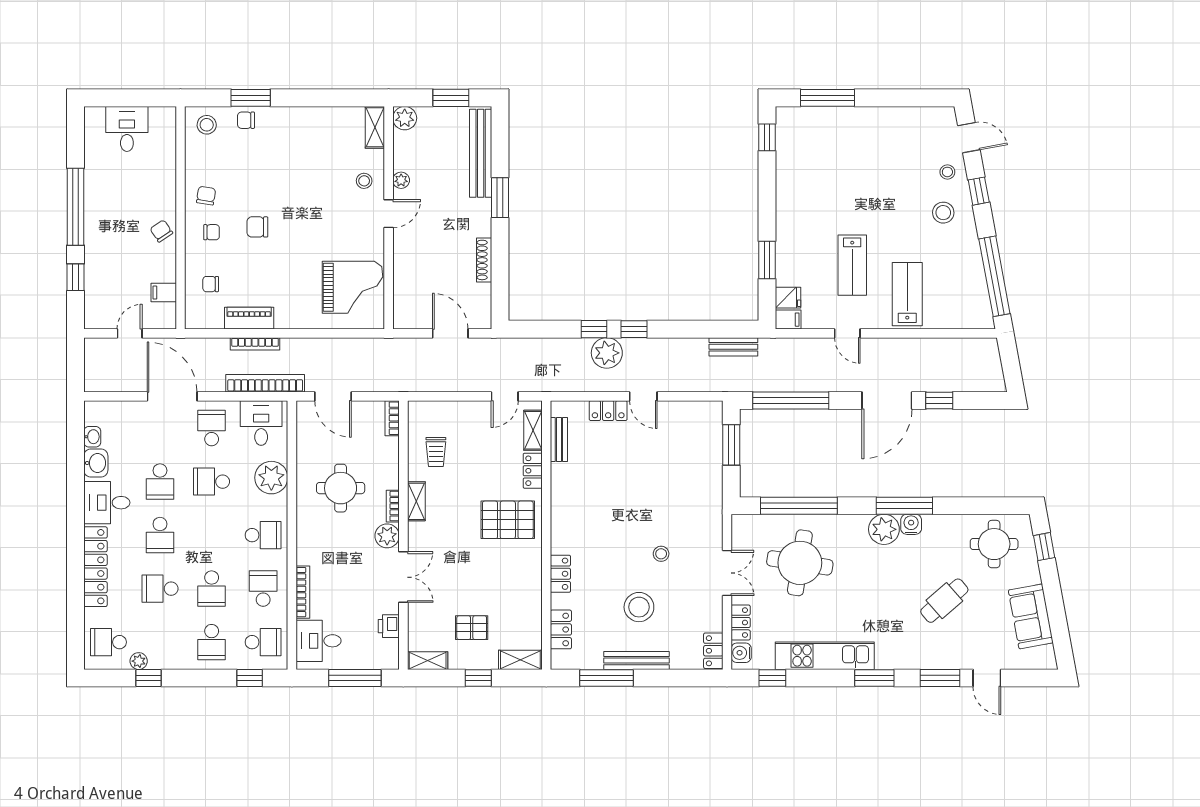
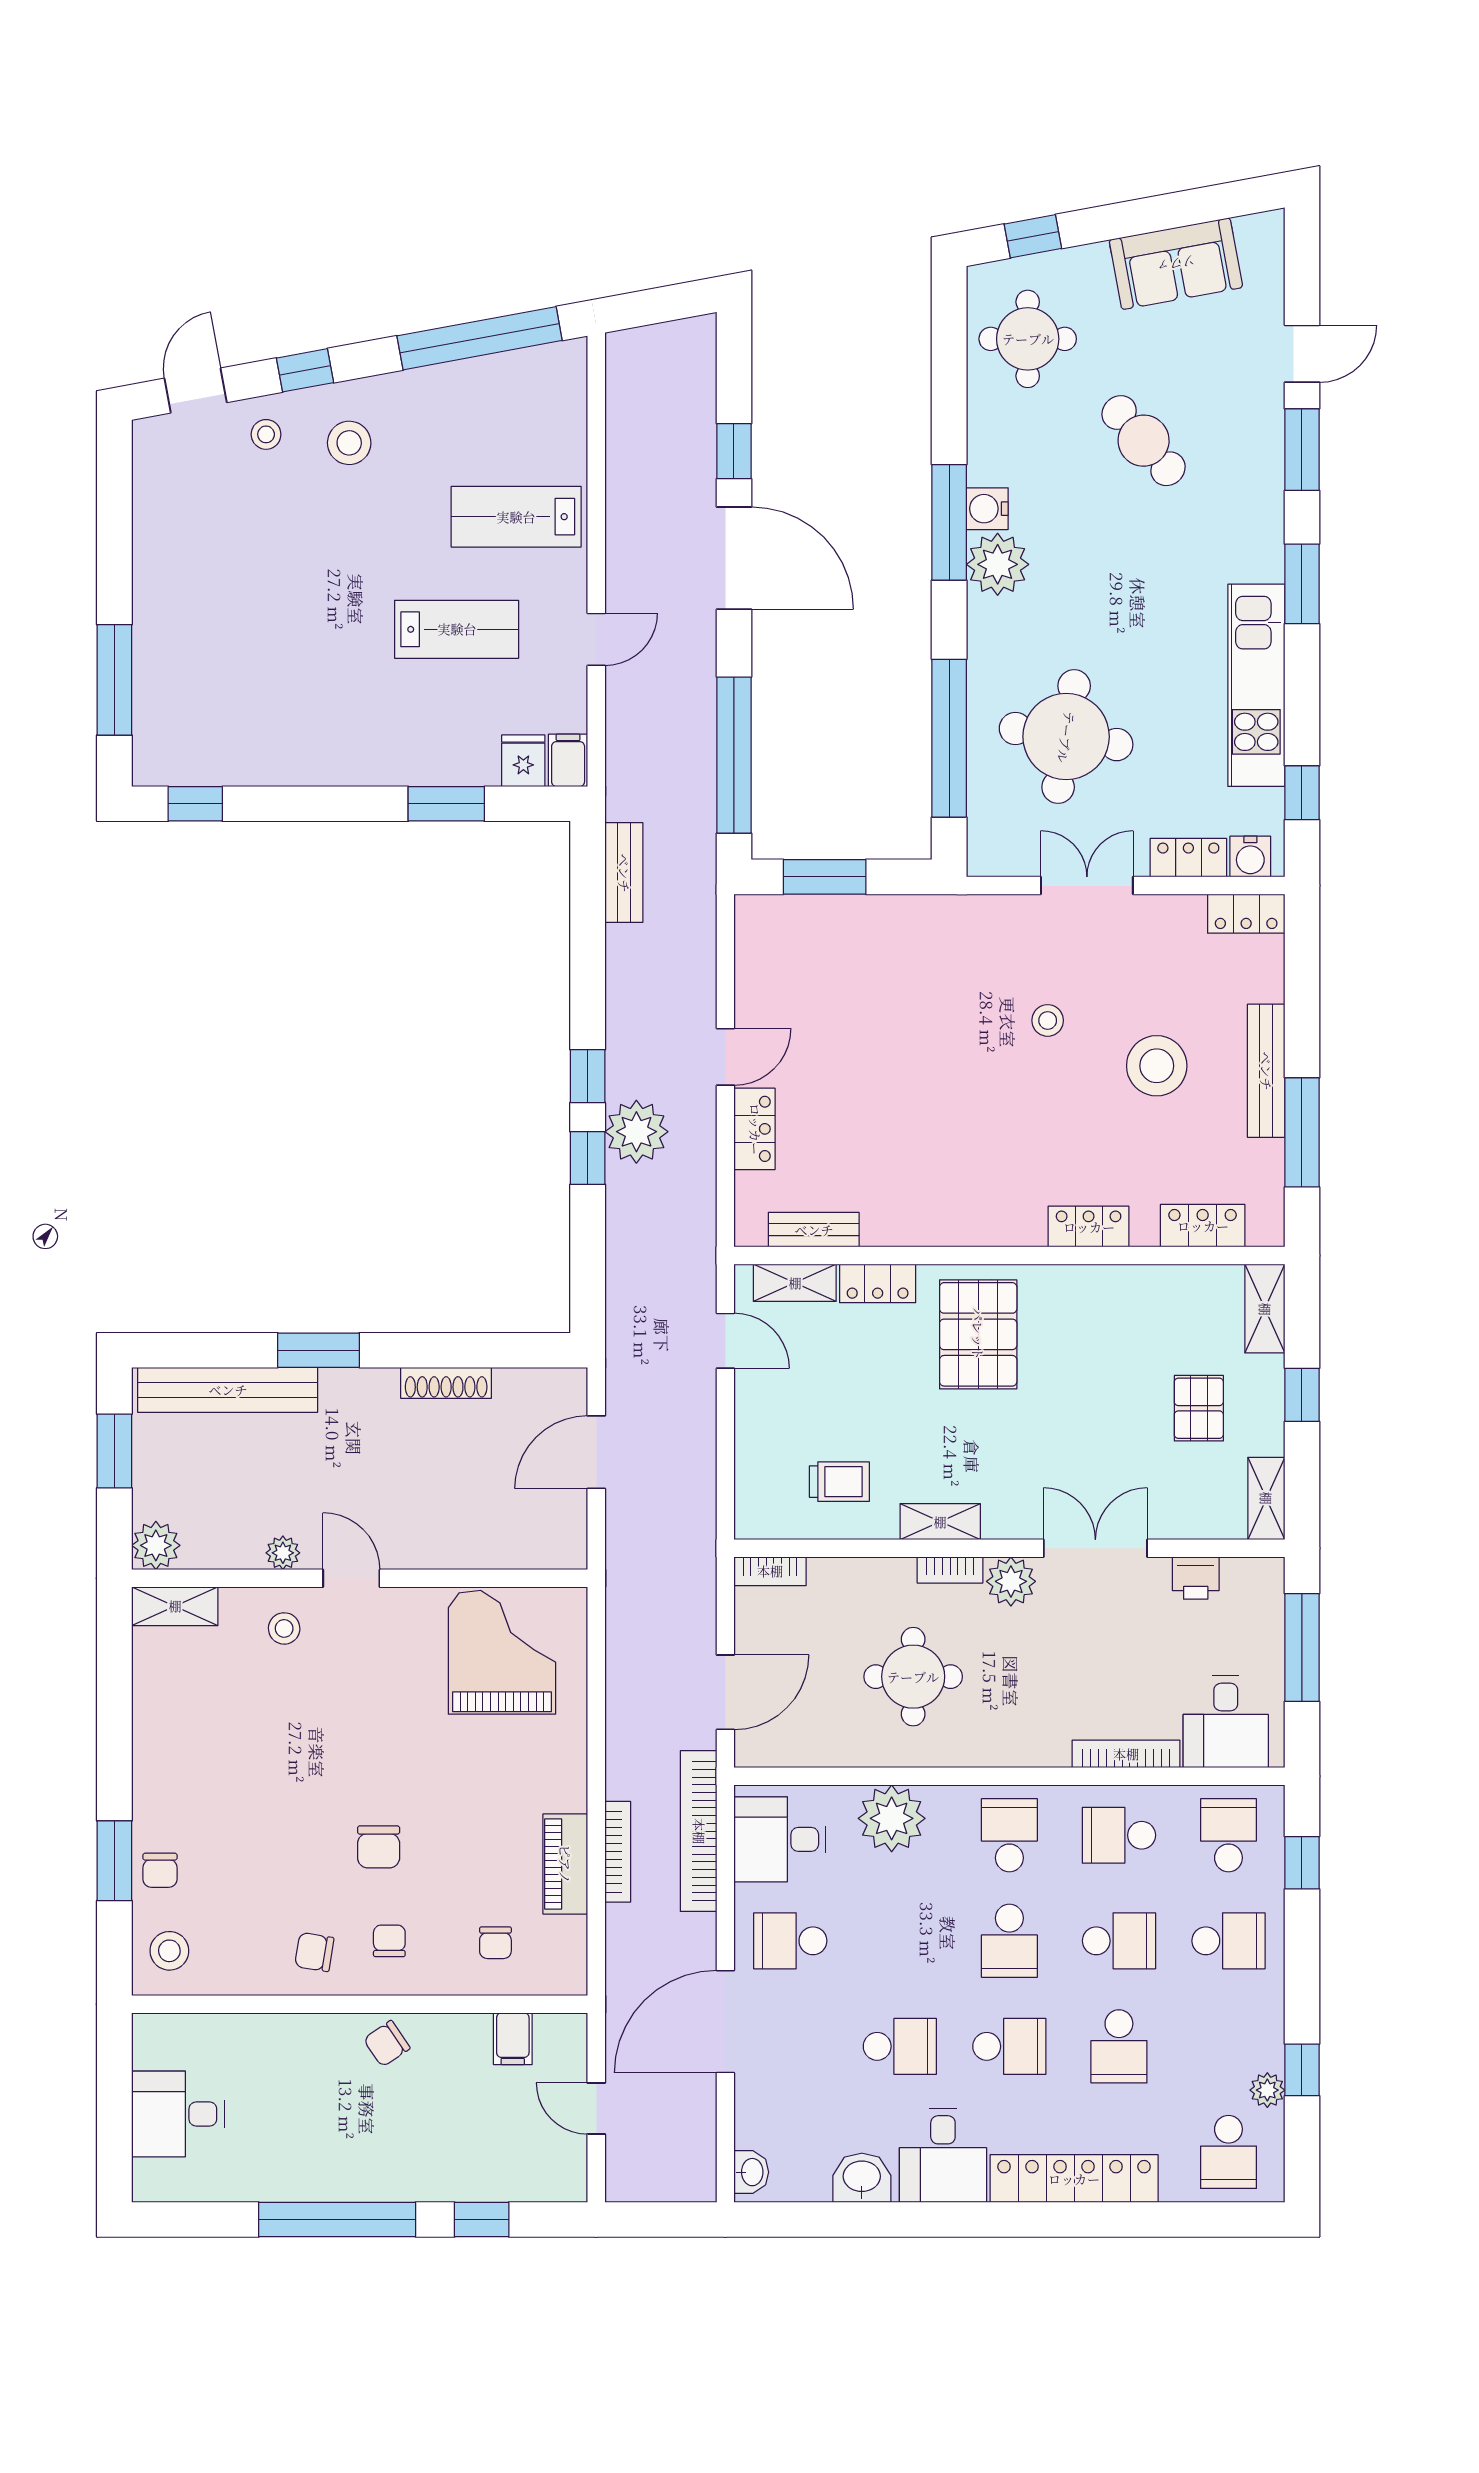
washbasin: (92, 437) -> (751, 2172), moved, turned 90
school desk: (212, 482) -> (1009, 1941), moved

